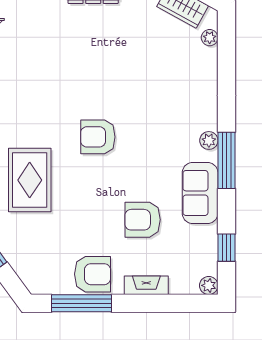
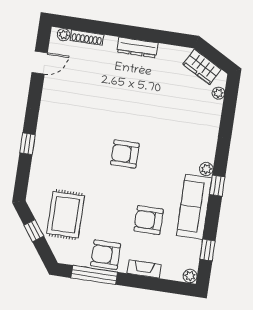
window: (226, 160) -> (217, 186), width x0.46
rug: (30, 180) -> (66, 215), moved
sofa: (200, 193) -> (194, 207), width x1.36
armchair: (93, 274) -> (106, 255), turned 180

